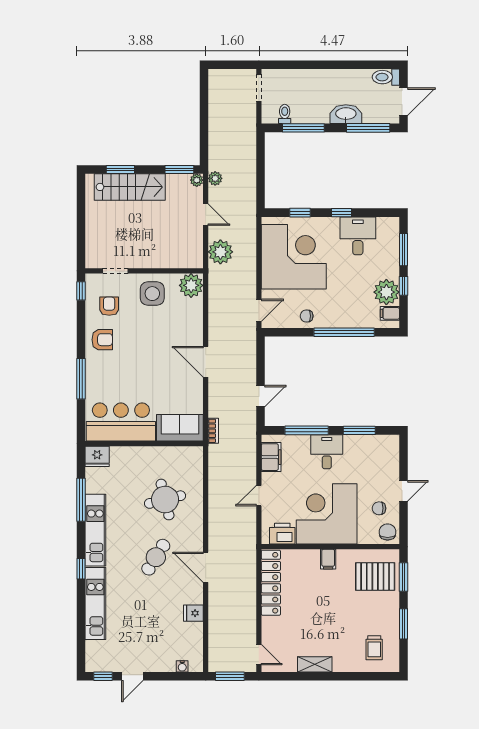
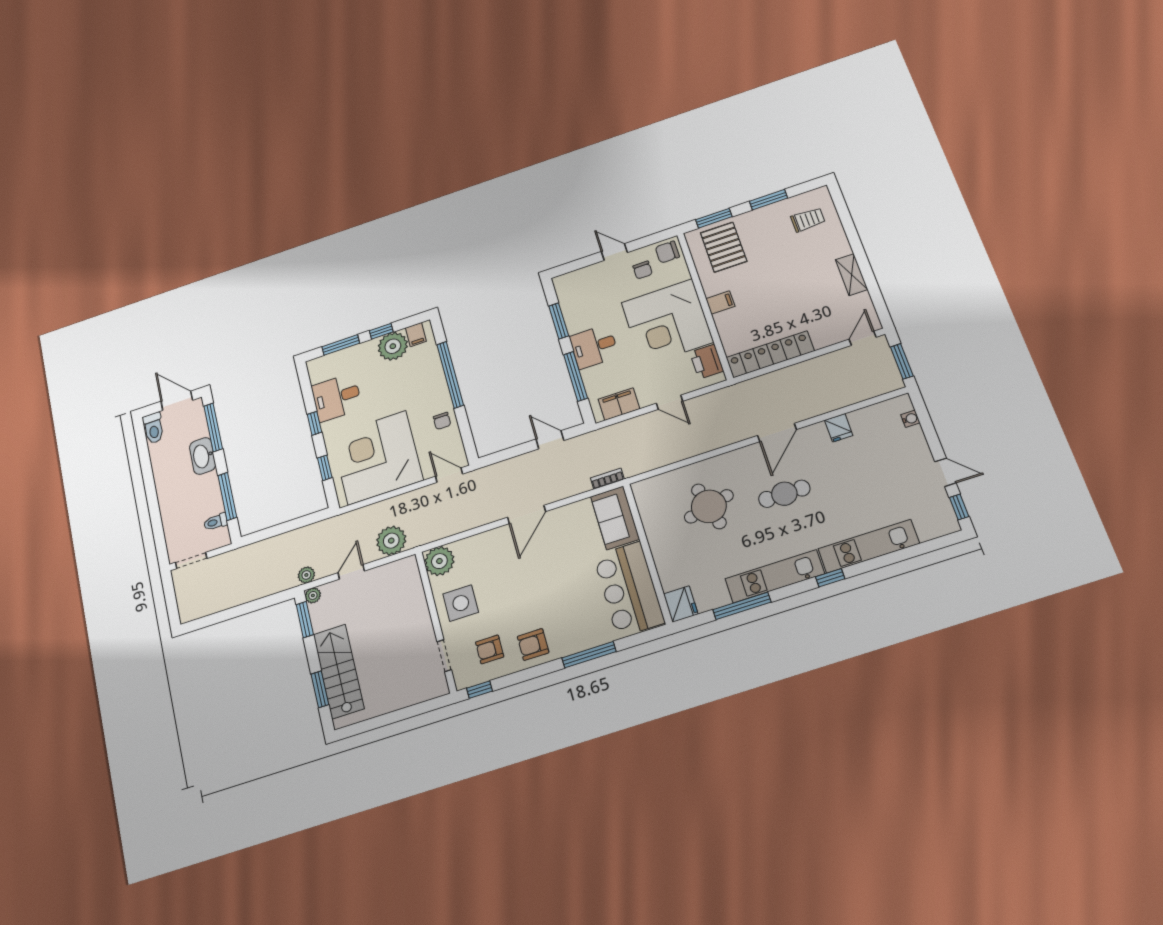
armchair: (102, 340) -> (533, 645), turned -90
cafe table: (156, 557) -> (784, 494), turned -32

